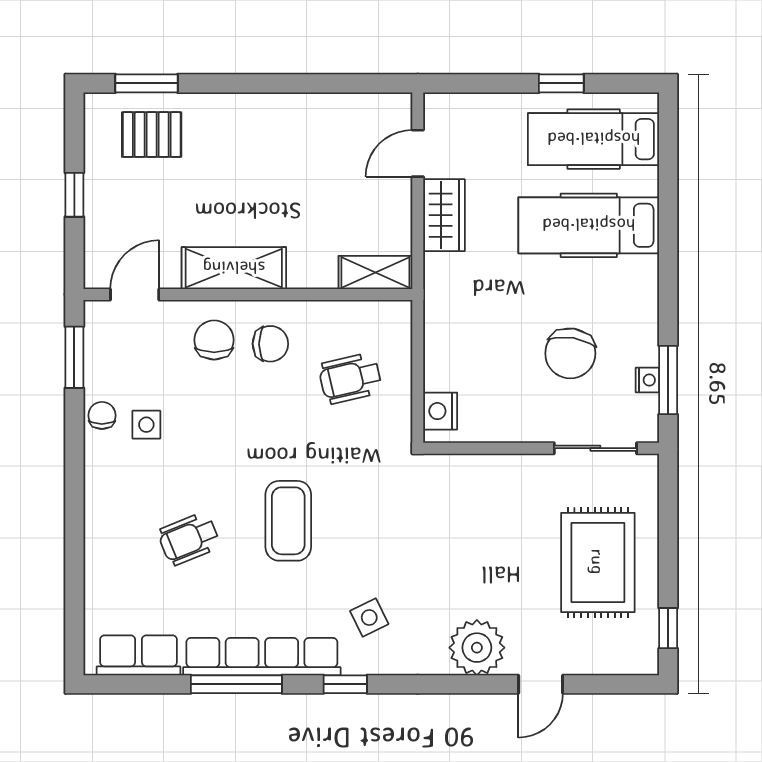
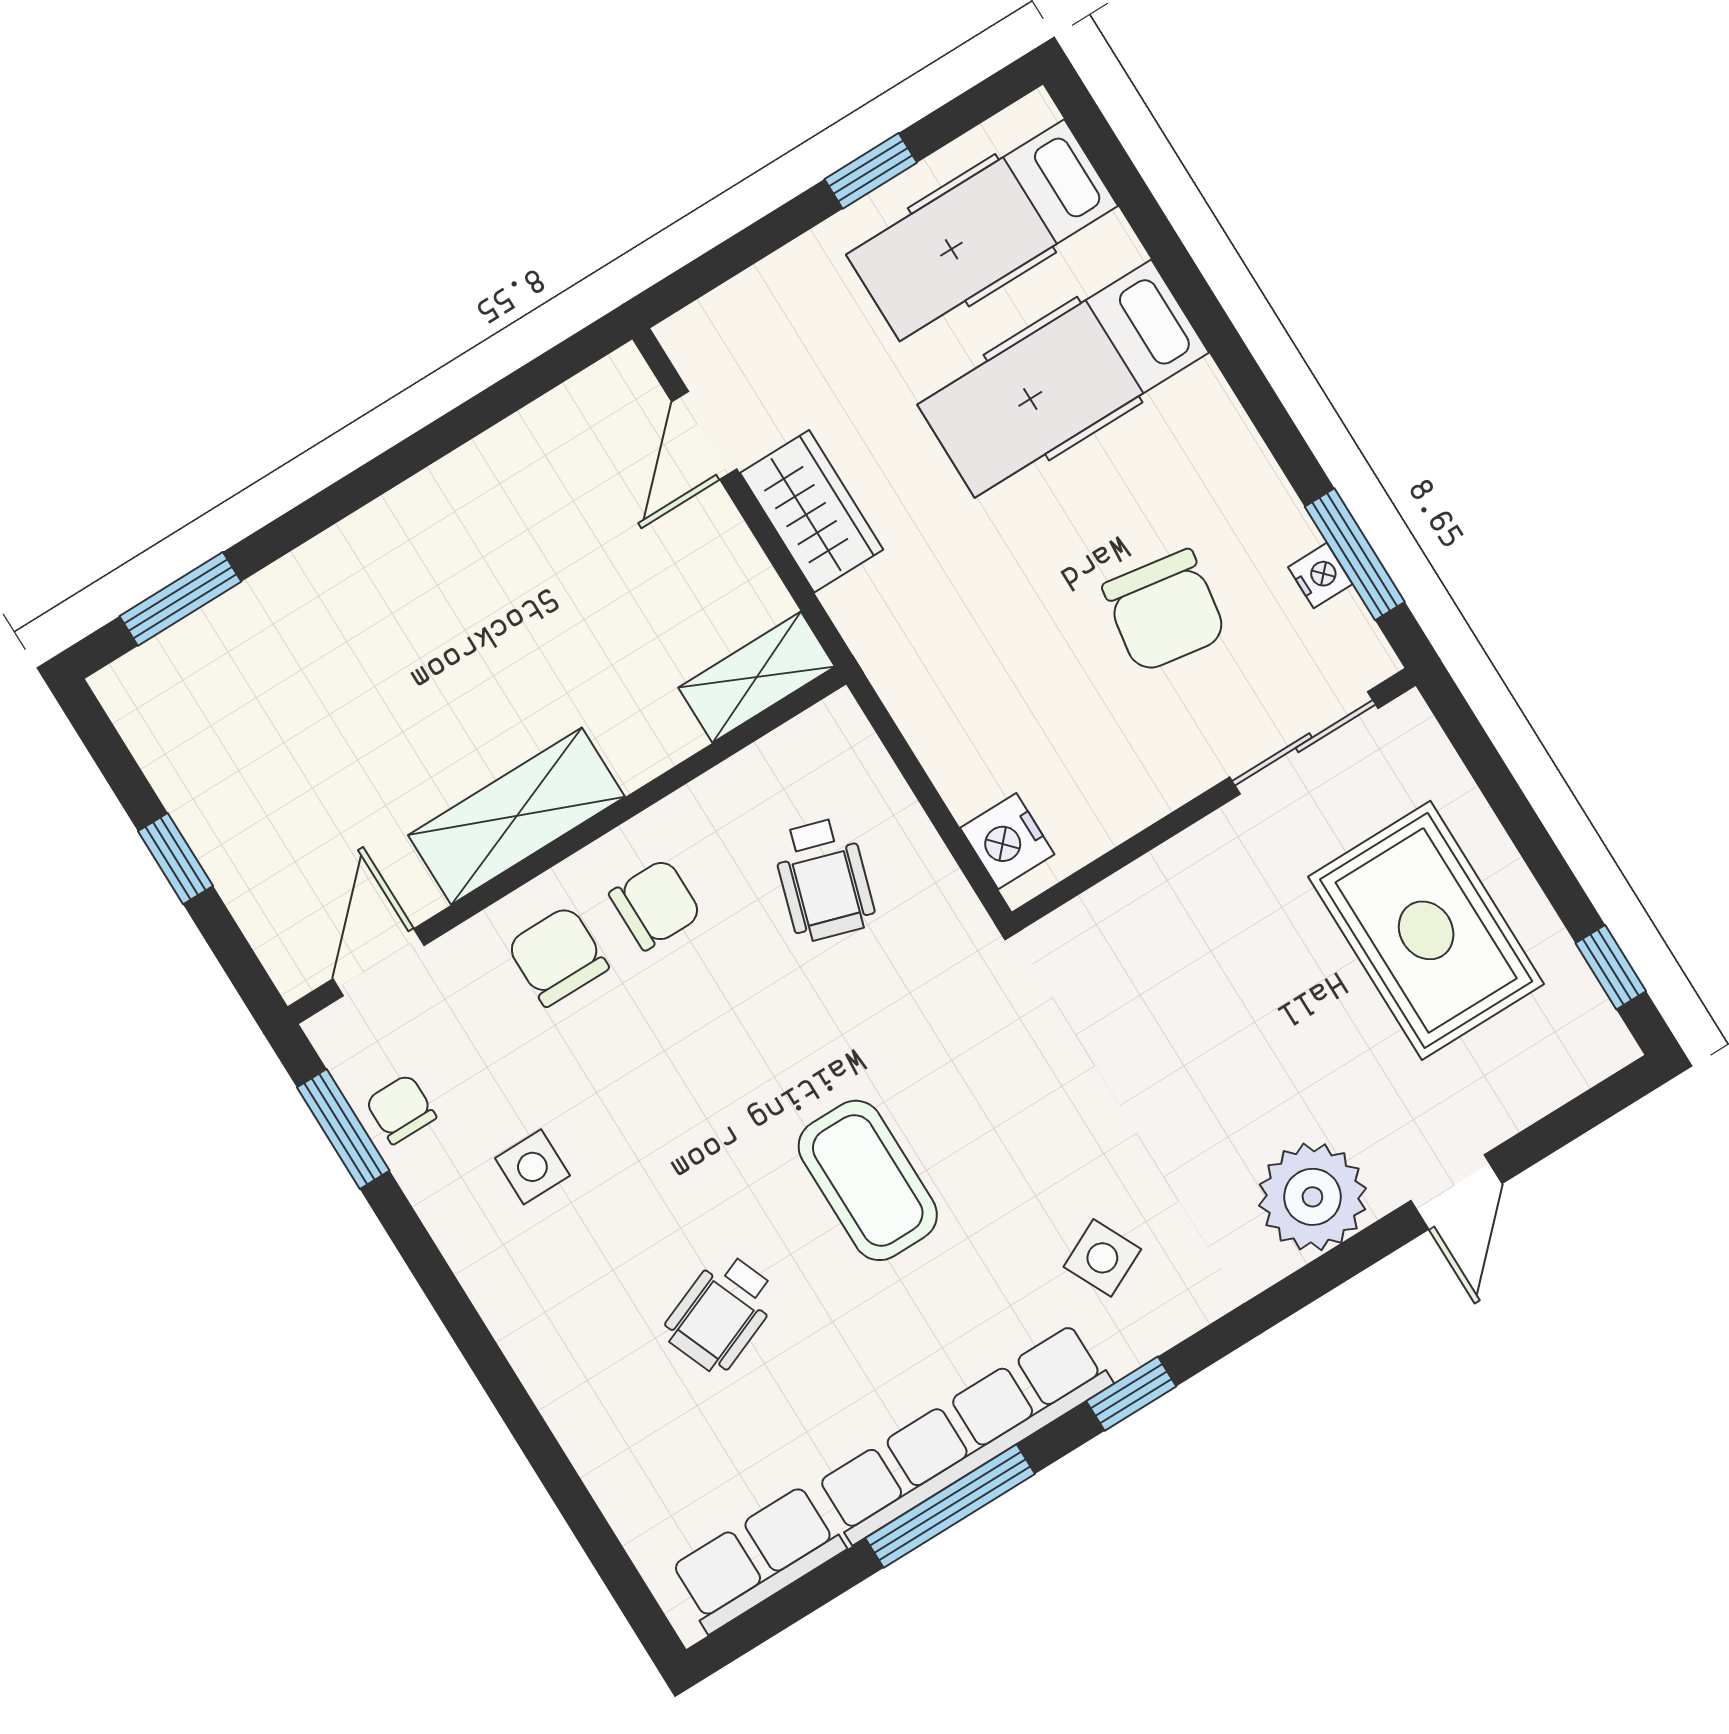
pallet: (152, 135) -> (242, 679), removed
wheelchair: (350, 378) -> (824, 880), turned -60
chair: (102, 415) -> (401, 1109), moved

